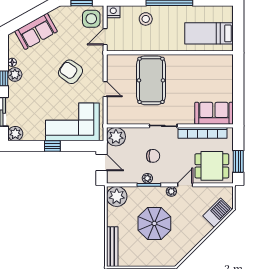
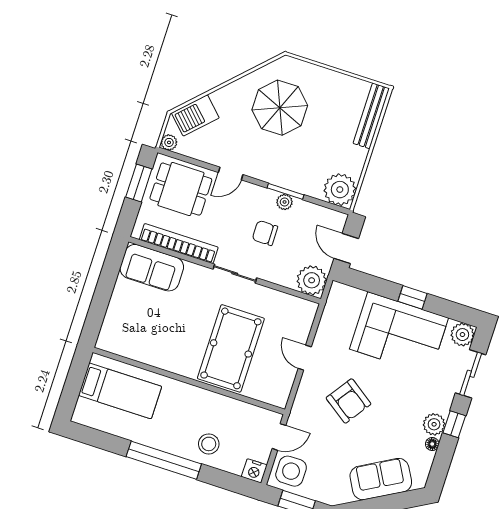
corner sofa: (72, 122) -> (399, 333), moved
plant: (171, 191) -> (169, 142), moved
parasol: (154, 223) -> (280, 108), moved

